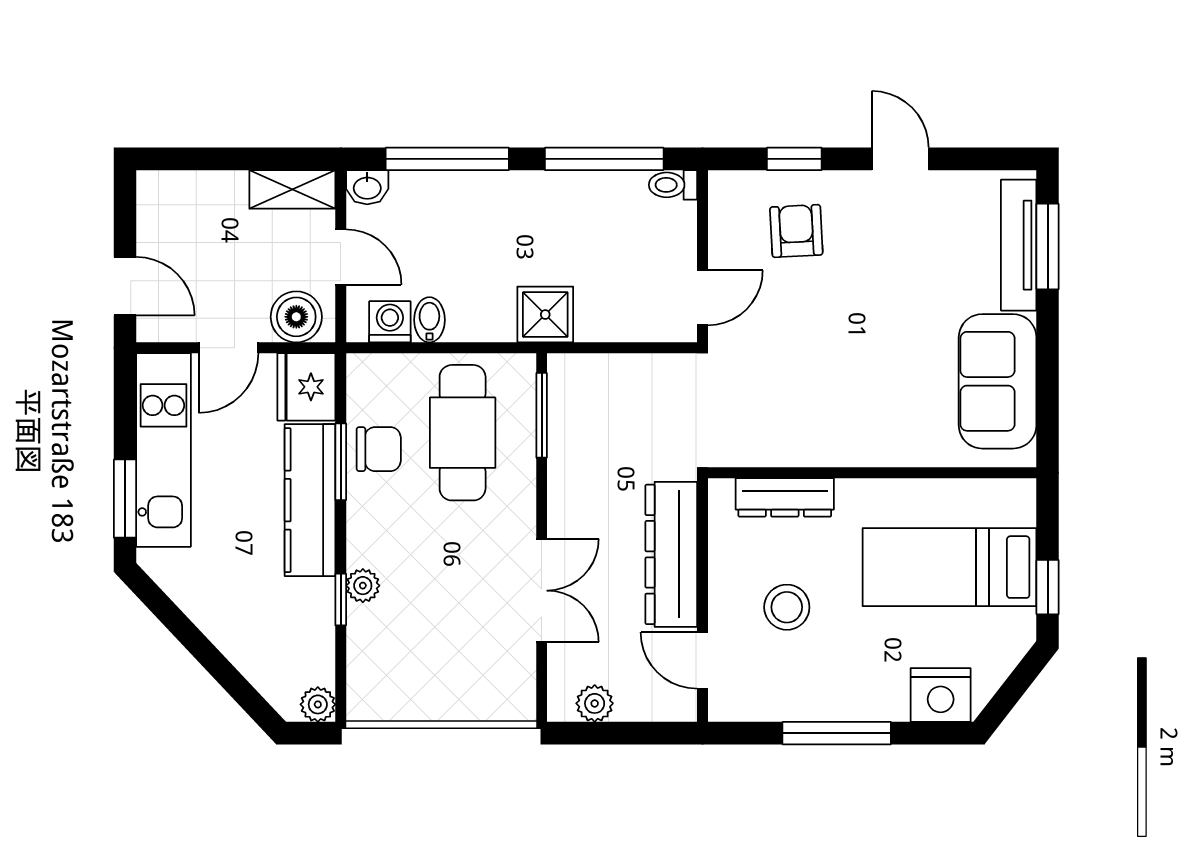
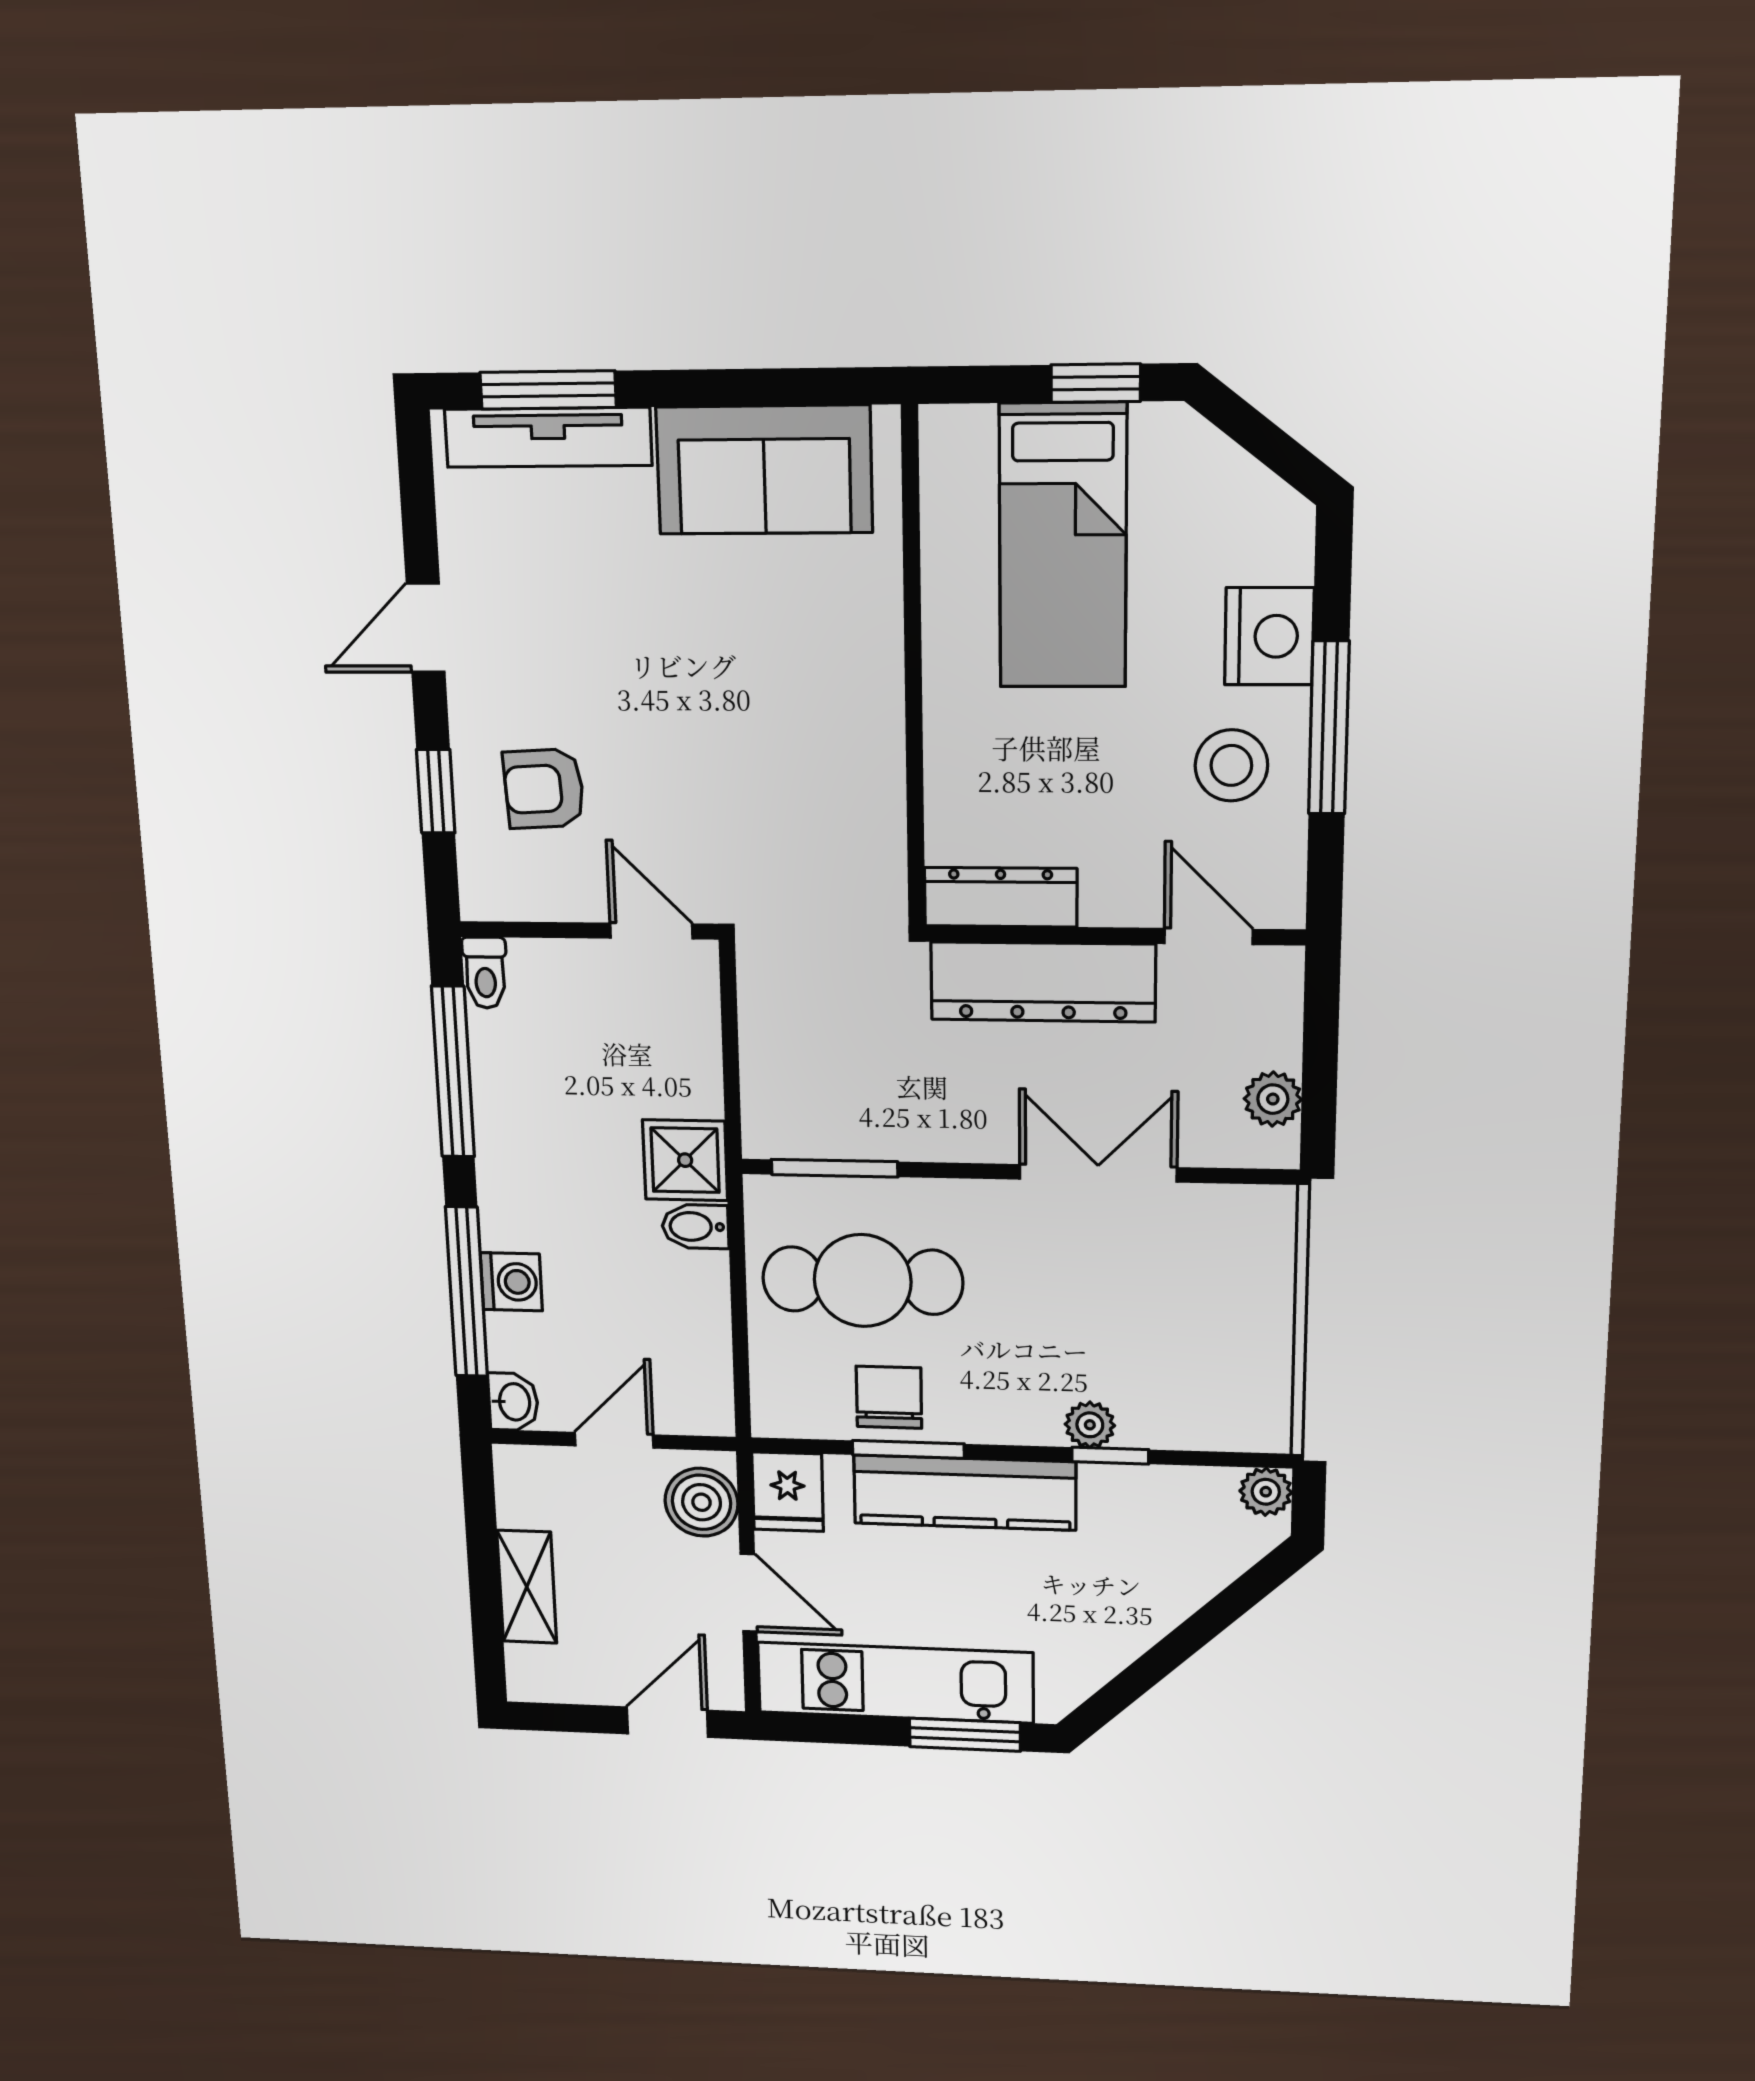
shelving: (292, 189) -> (527, 1587), moved
bidet: (429, 320) -> (695, 1227), moved
washing machine: (390, 322) -> (511, 1282), moved, turned 180
fridge: (306, 387) -> (788, 1492), width x0.72
dresser: (785, 497) -> (1001, 897), moved, turned -90
stool: (787, 607) -> (1231, 765), moved
door: (702, 660) -> (1209, 936), swing flipped
nightstand: (941, 695) -> (1269, 636), moved

